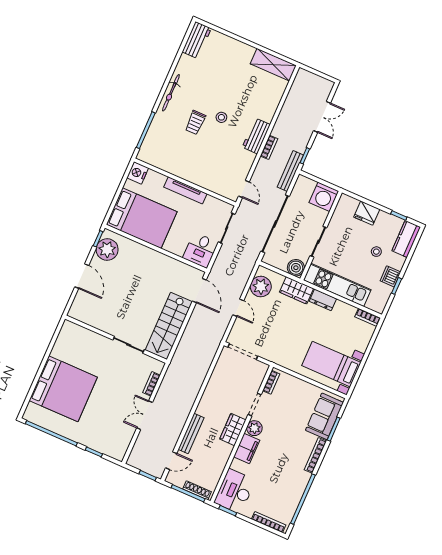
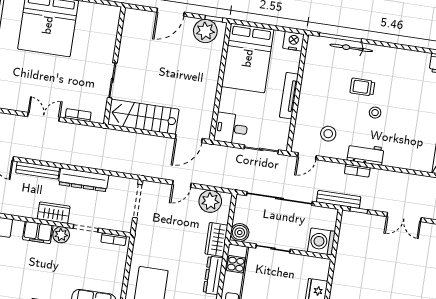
bicycle: (171, 93) -> (351, 48), moved
stool: (229, 164) -> (328, 134), added
dresser: (323, 300) -> (213, 275), width x1.44
dresser: (211, 395) -> (84, 180), added

